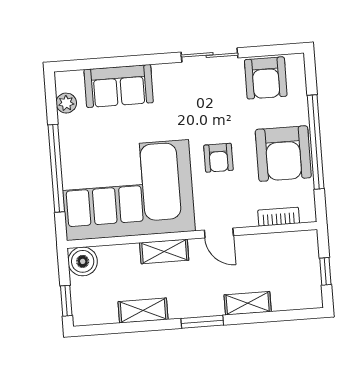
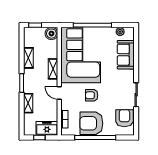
armchair: (266, 78) -> (124, 118), turned 90
door: (219, 233) -> (59, 93), hinge flipped
freezer: (303, 255) -> (47, 128), added

